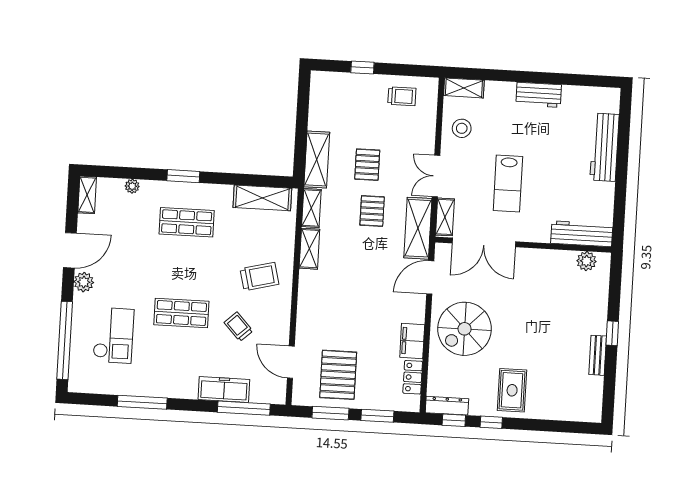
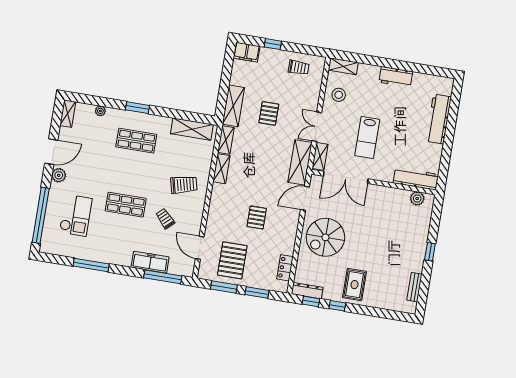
pallet: (372, 211) -> (257, 217), moved
filing cabinet: (412, 341) -> (247, 52), moved, turned -90
bench: (598, 355) -> (414, 287), moved

